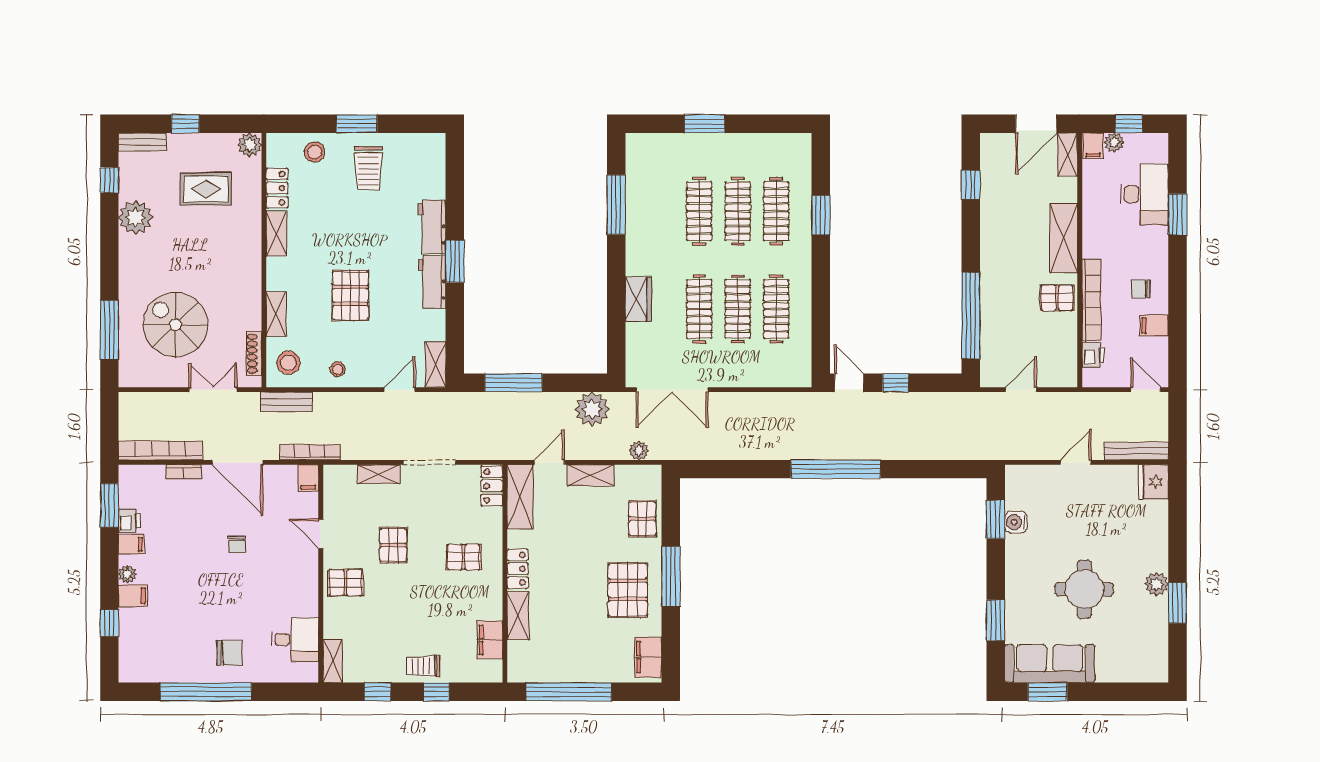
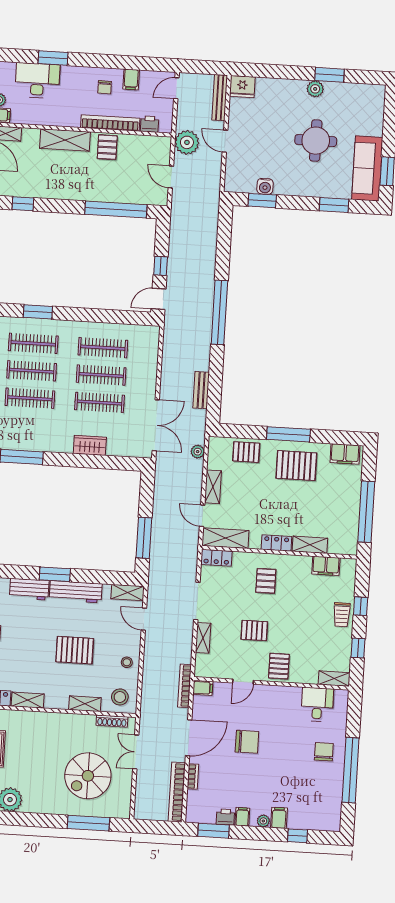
workbench: (432, 282) -> (76, 592), width x1.38
bench: (286, 402) -> (201, 390), moved
plant: (592, 409) -> (187, 142), moved
chair: (237, 544) -> (247, 742), width x1.87, depth x1.87

